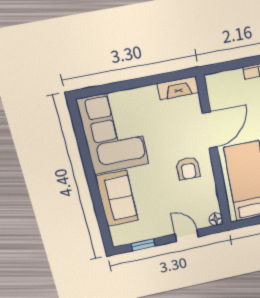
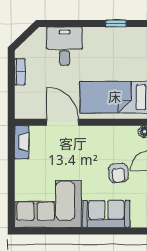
armchair: (188, 168) -> (118, 173), moved, turned 85

